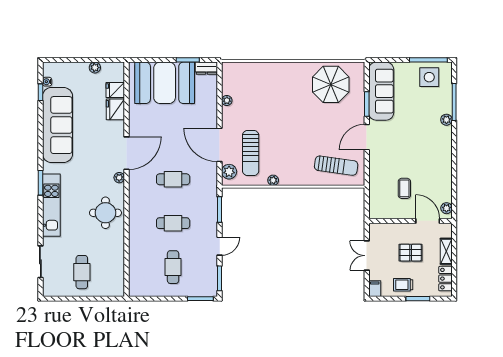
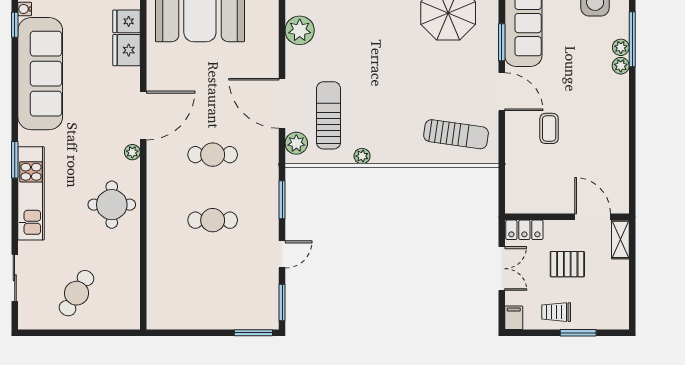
plant: (227, 101) -> (300, 30), width x1.88, depth x1.88
door: (367, 137) -> (502, 92), swing flipped
sun lounger: (251, 153) -> (329, 115), turned 180
coffee table: (404, 188) -> (549, 128), moved
plant: (446, 208) -> (621, 47), moved
shelving: (446, 251) -> (620, 239), moved
double door: (367, 256) -> (502, 269), swing flipped
cafe table: (173, 267) -> (213, 286), removed
cafe table: (82, 272) -> (76, 293), turned 31
locker: (445, 279) -> (524, 230), moved, turned -90

